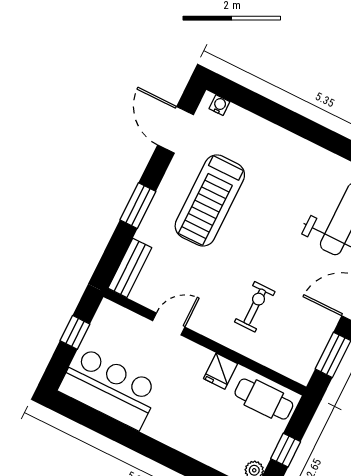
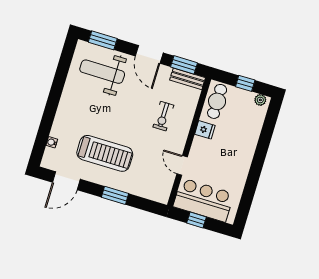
water cooler: (219, 105) -> (52, 142), moved
bench: (130, 268) -> (188, 79), moved
exercise bike: (255, 307) -> (163, 116), turned -90
bar counter: (109, 388) -> (203, 200), moved, turned 90

